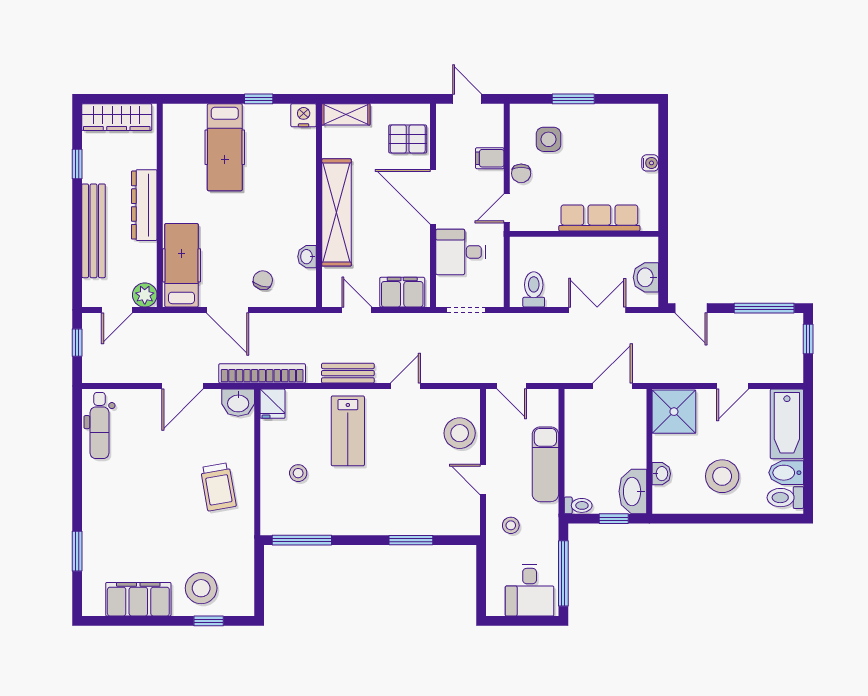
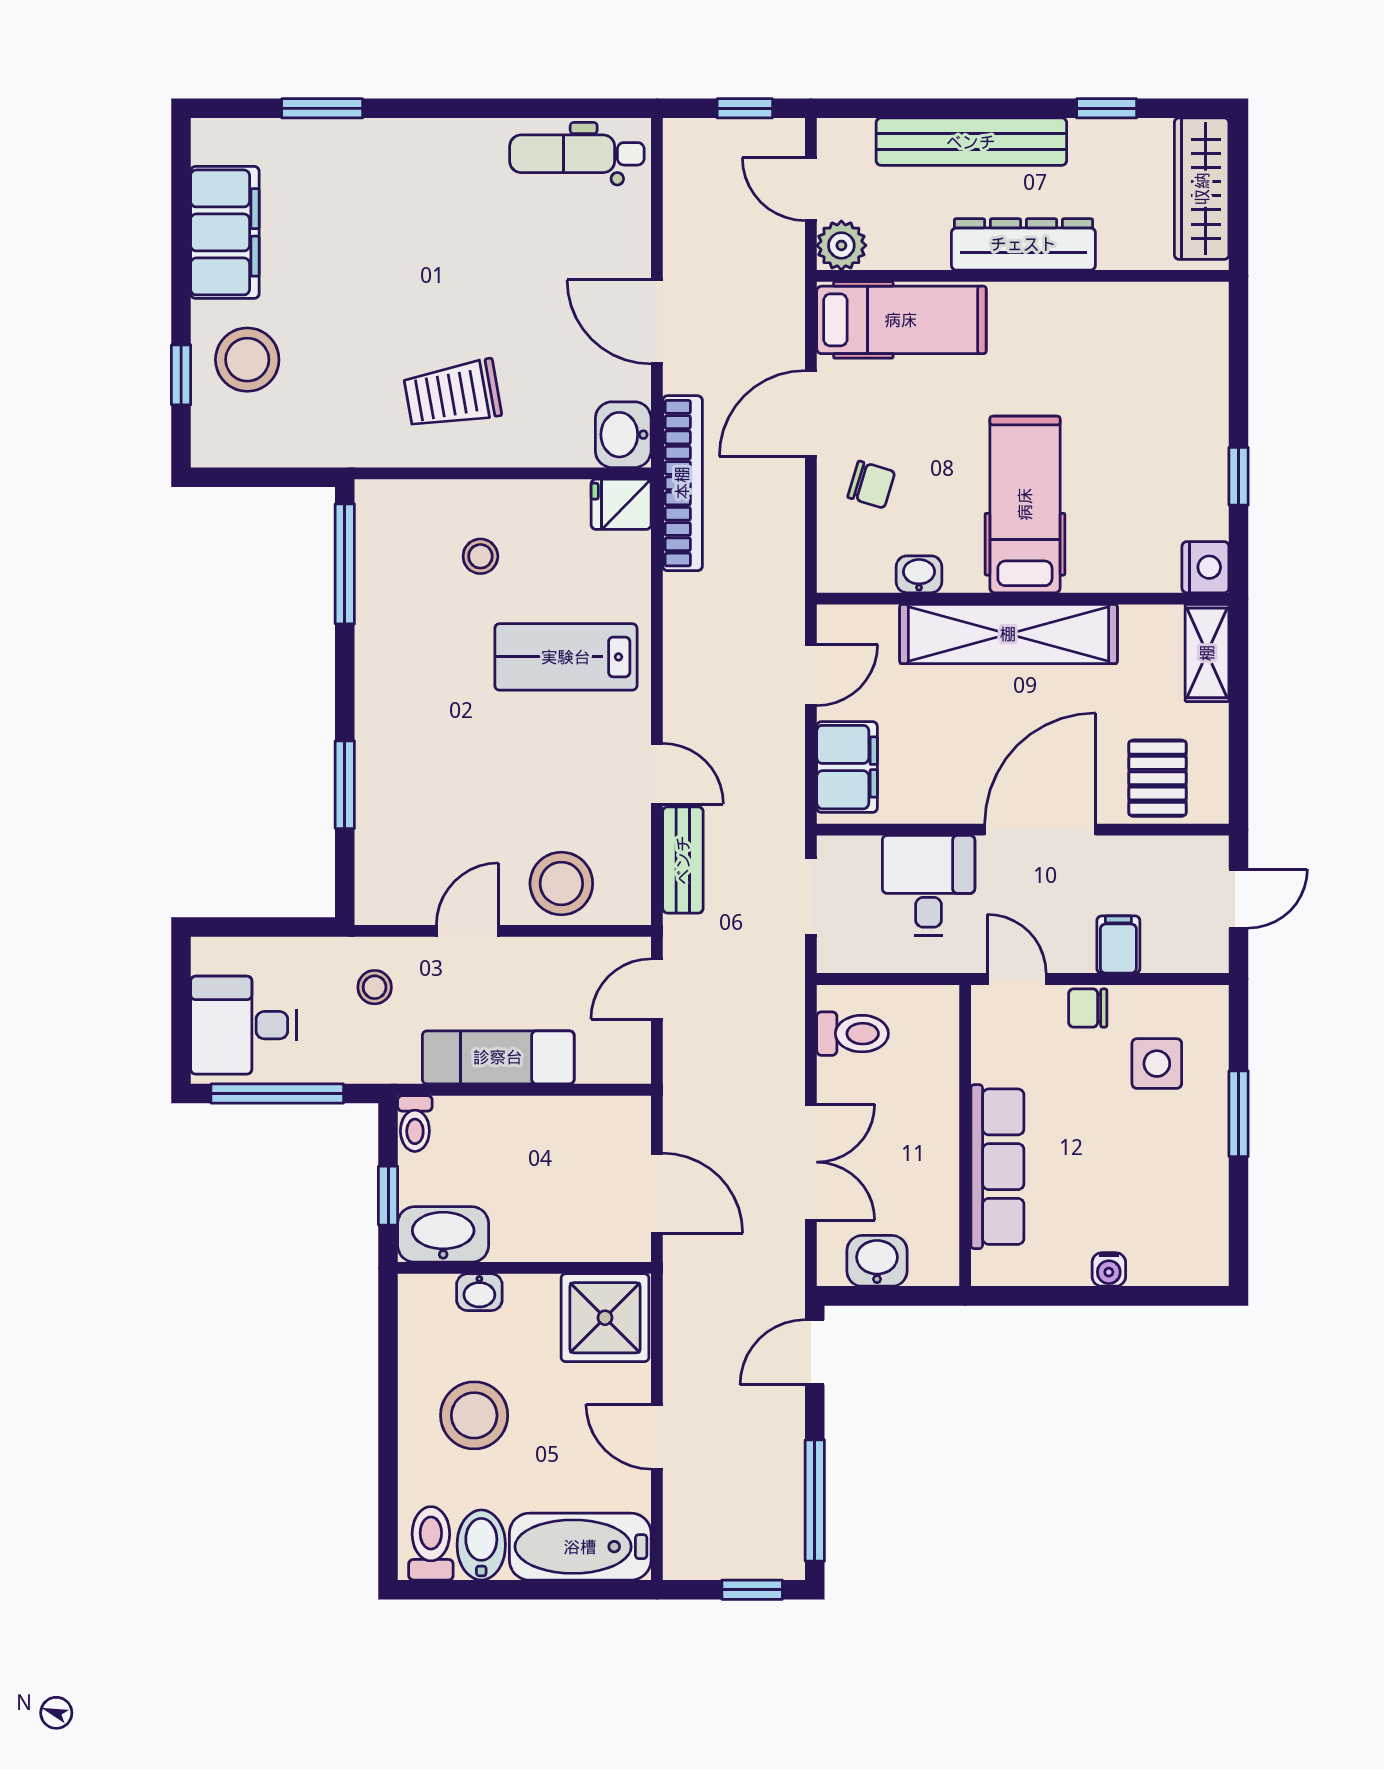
hospital bed: (225, 147) -> (1025, 504), moved, turned 90
bench: (348, 373) -> (683, 860), moved

